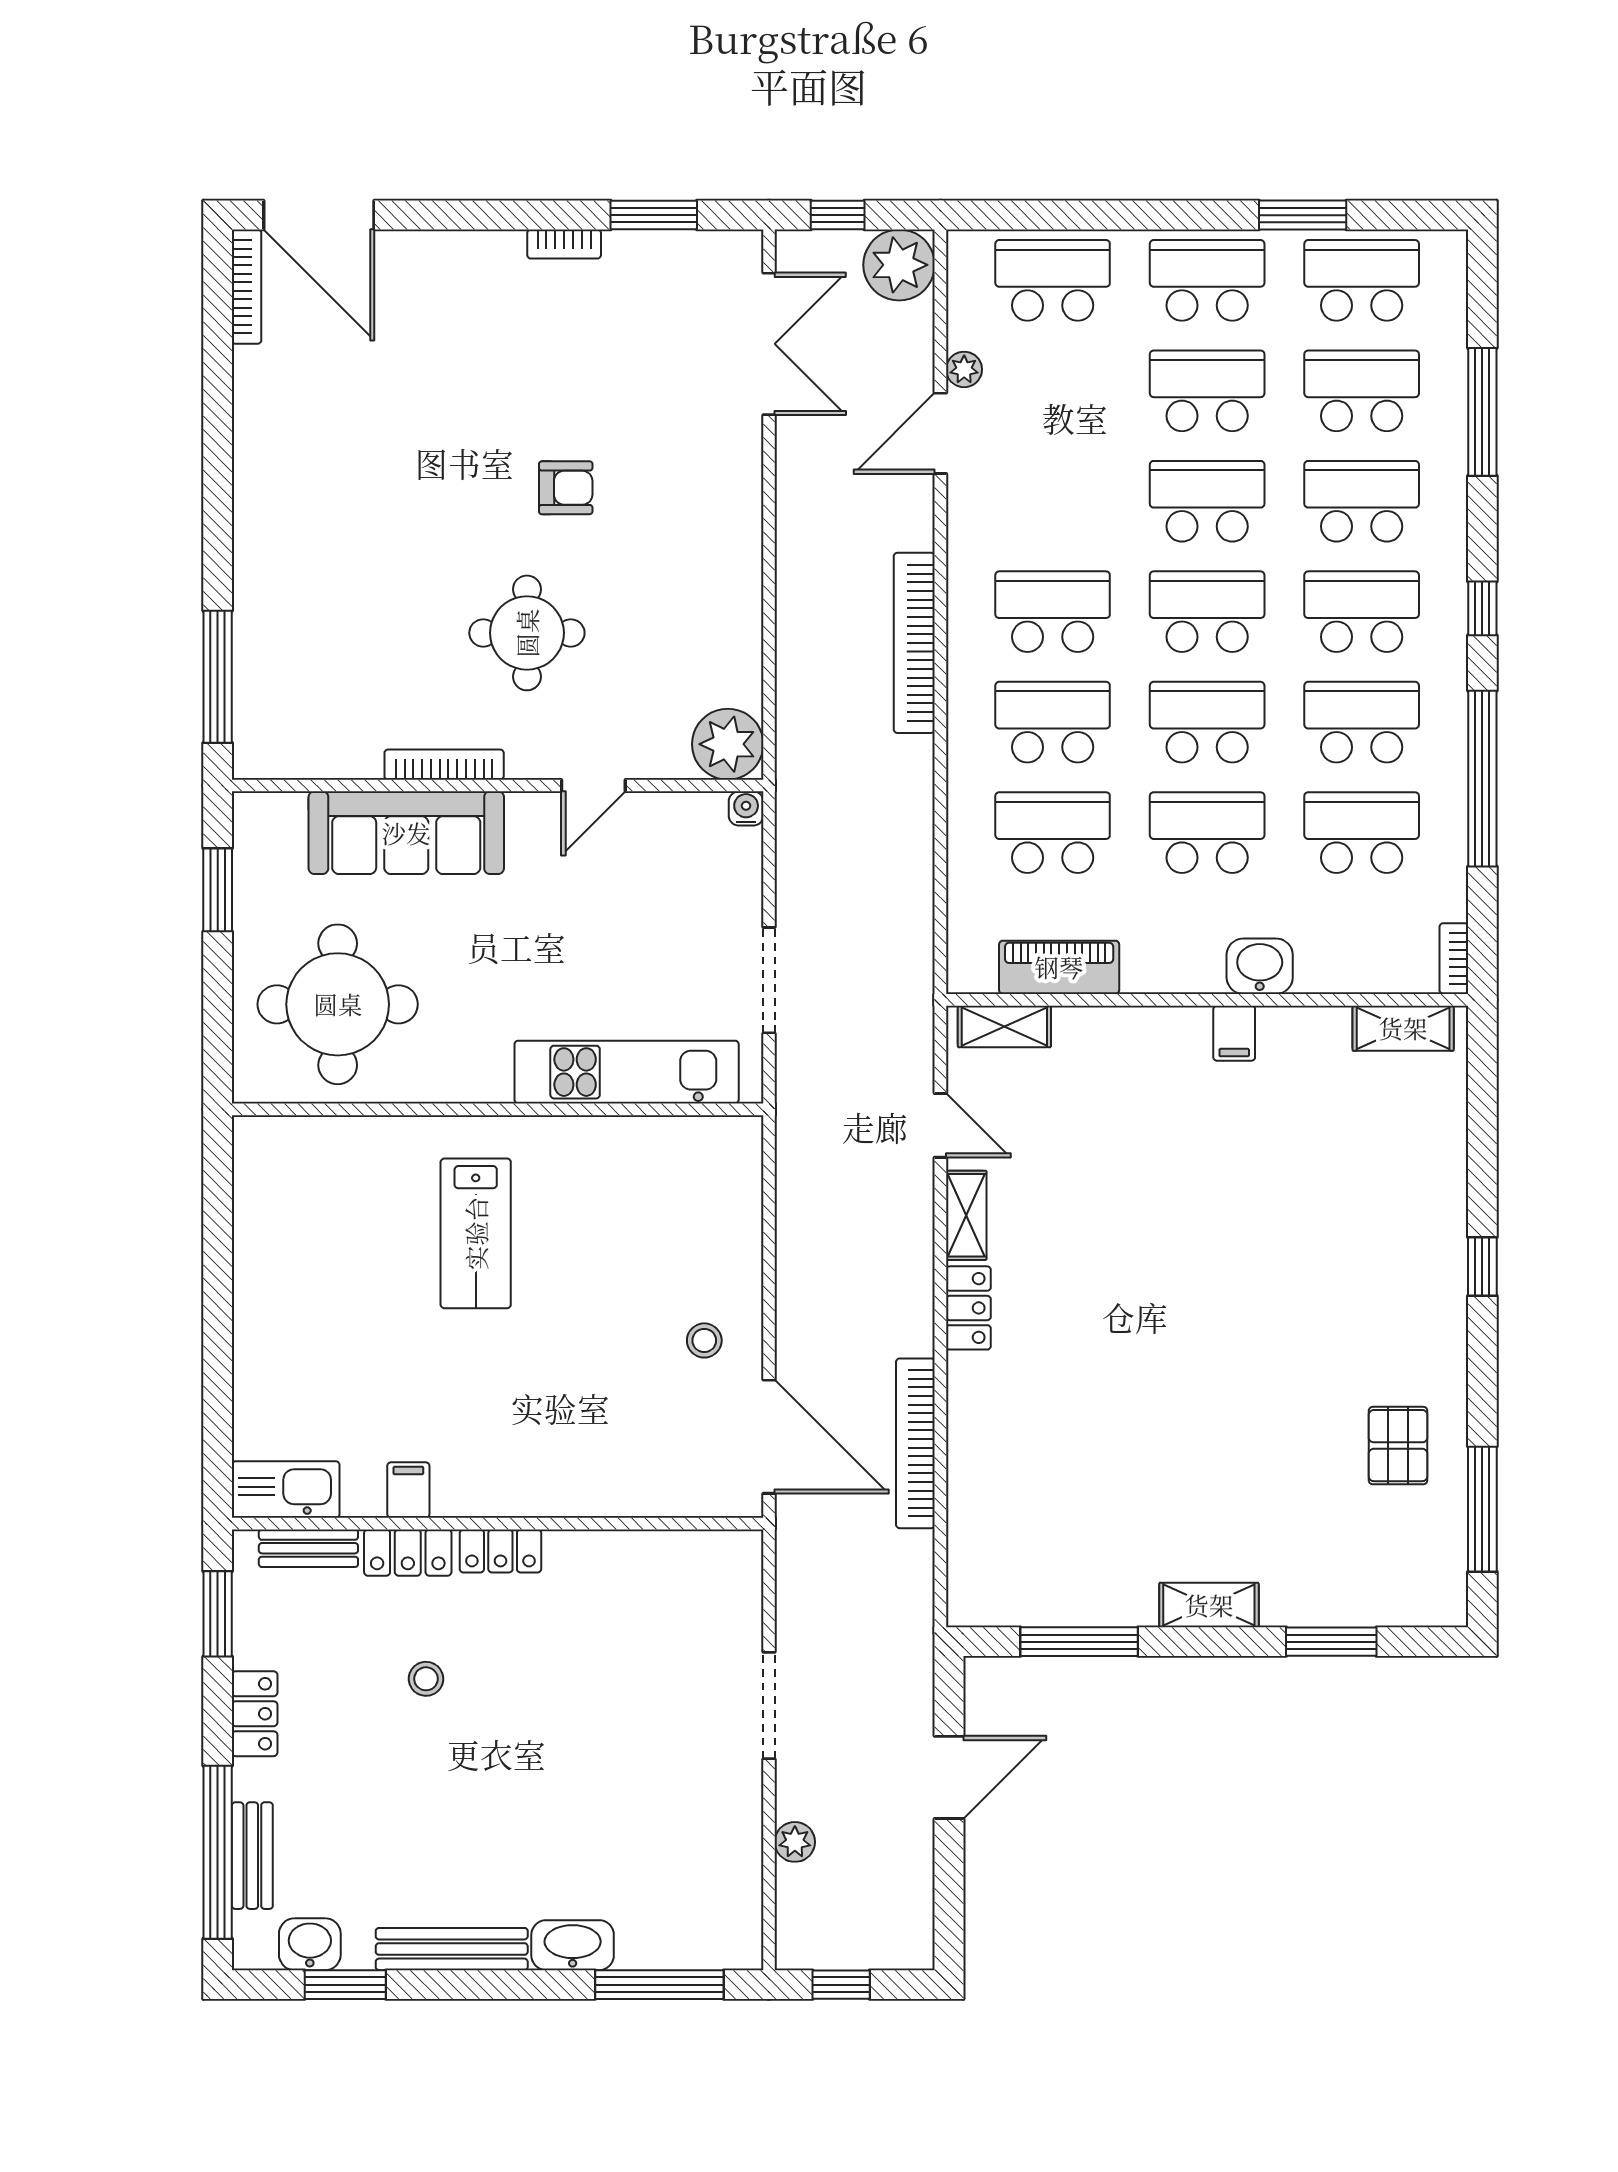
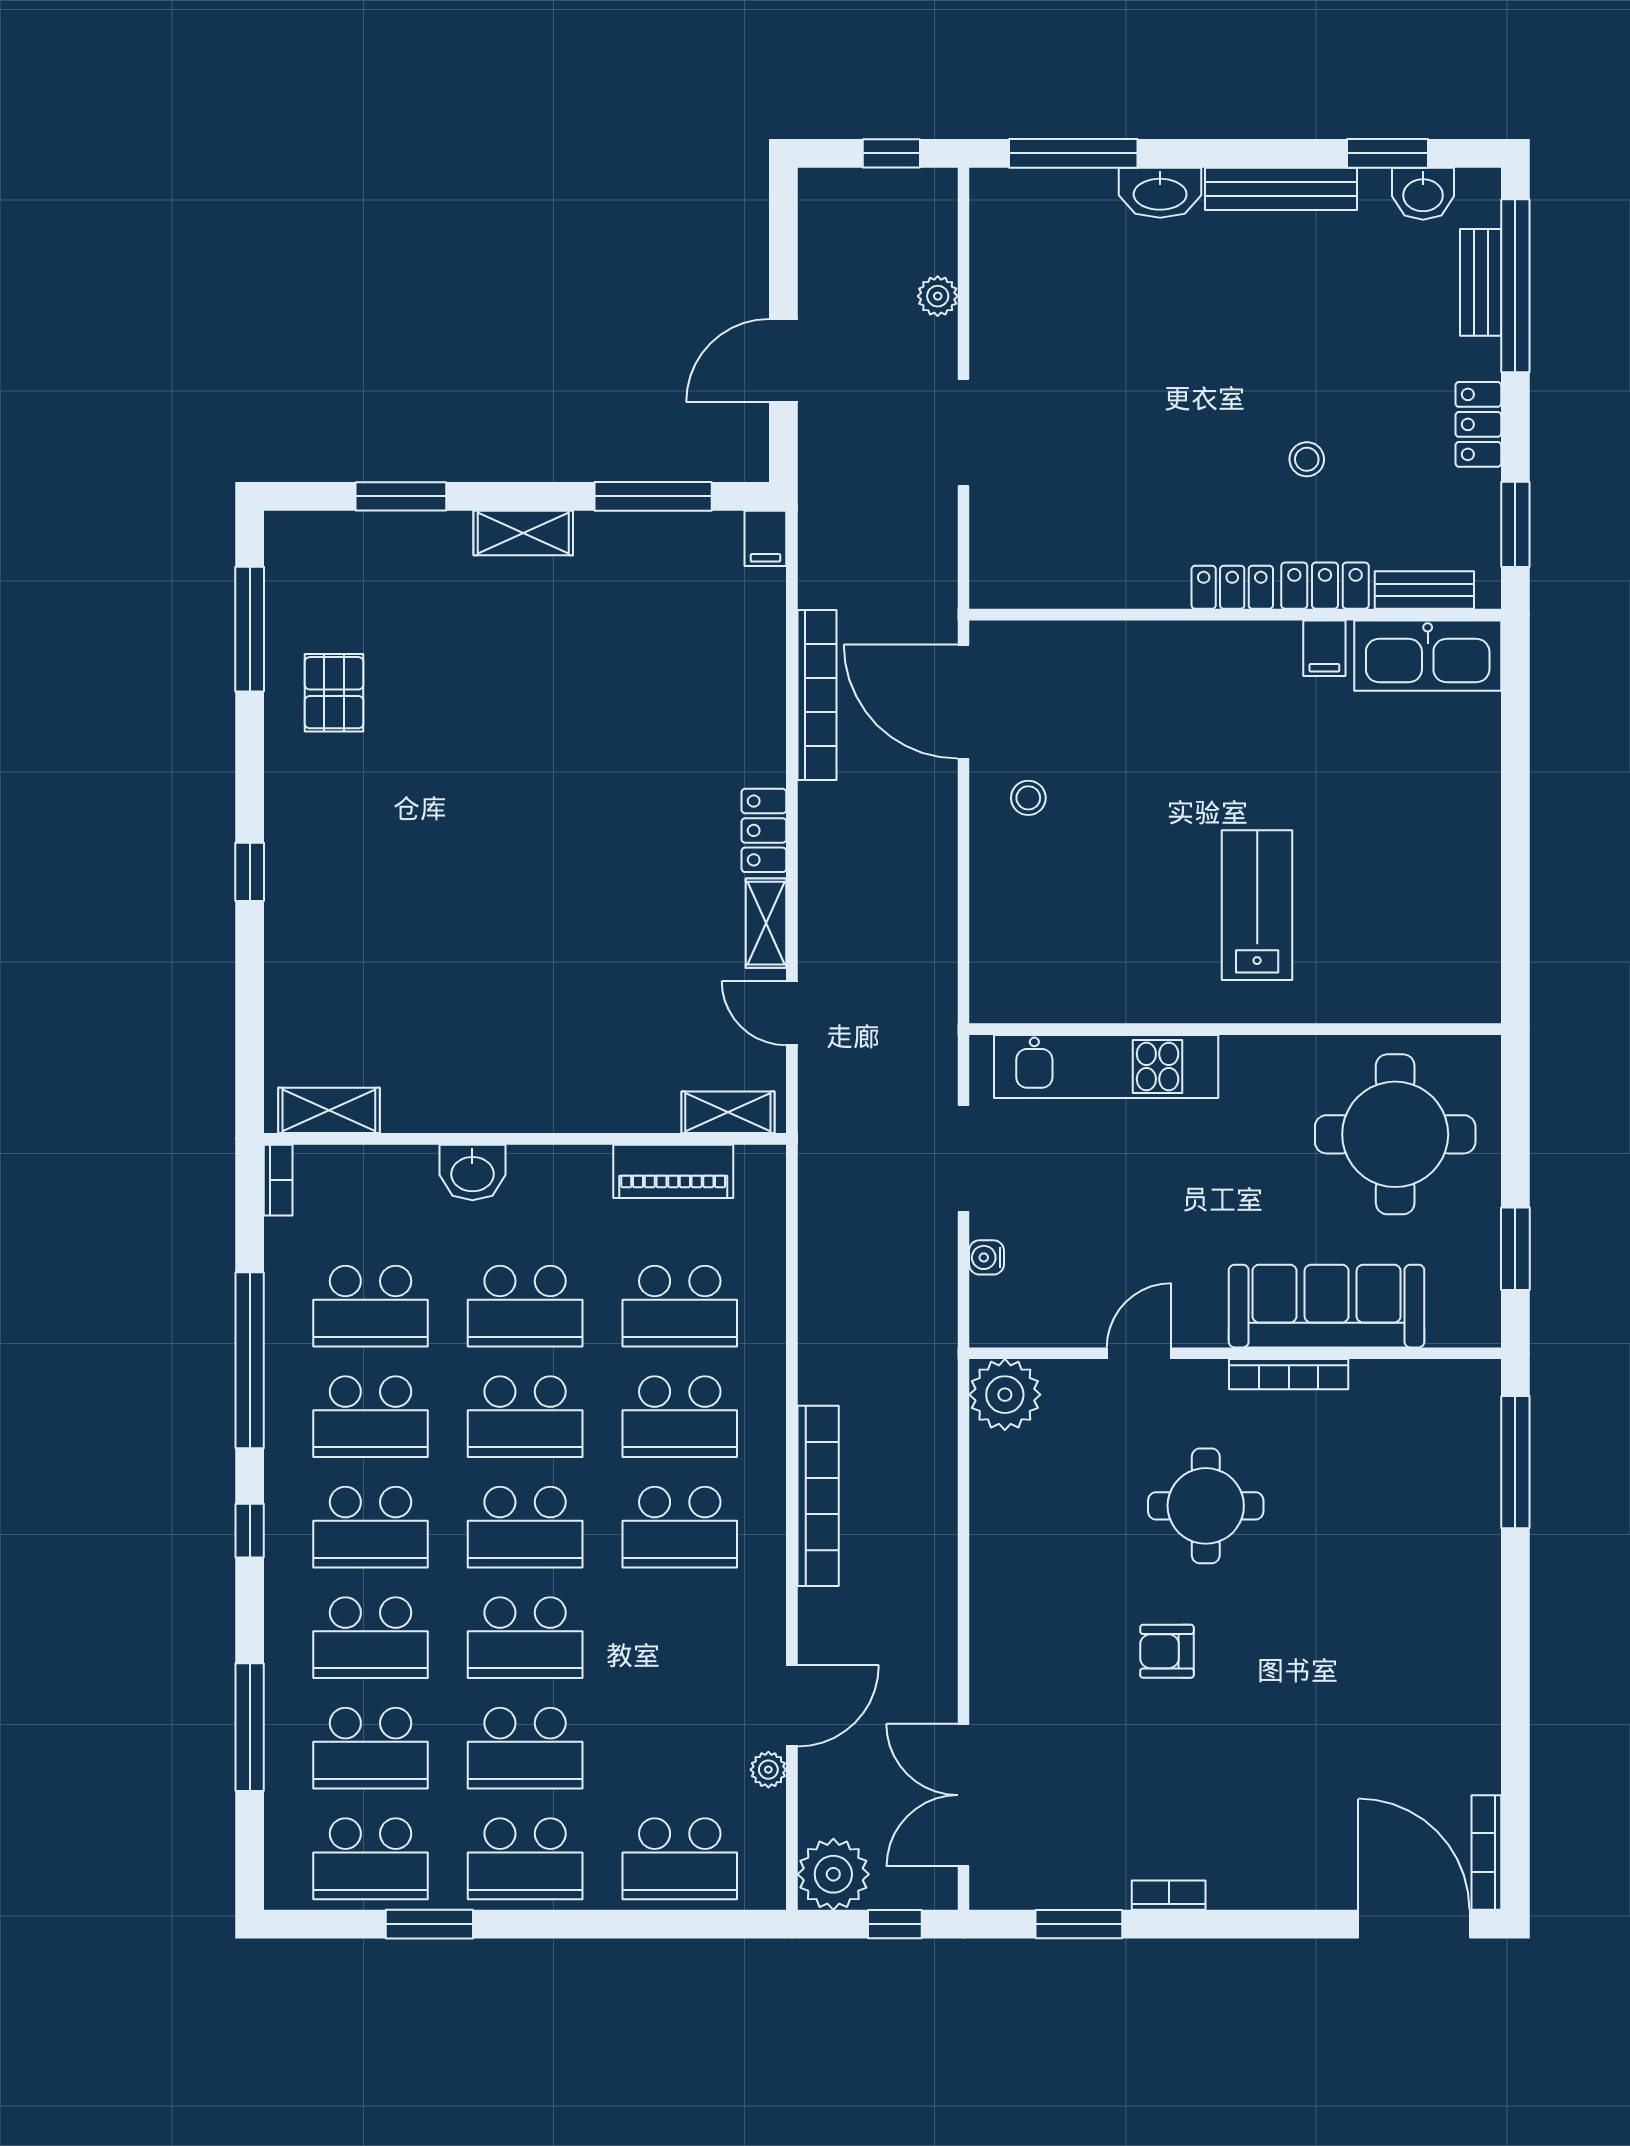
water cooler: (746, 808) -> (986, 1257), moved, turned 90
filing cabinet: (1234, 1033) -> (765, 538), moved, turned 180
kitchen sink: (286, 1490) -> (1428, 656), width x1.36, depth x1.24

